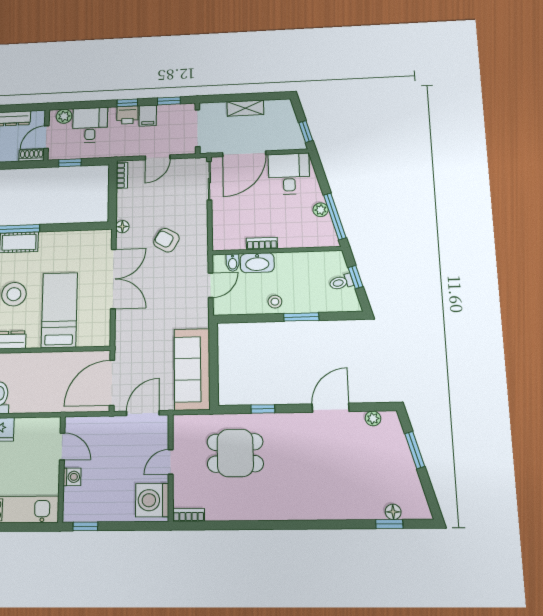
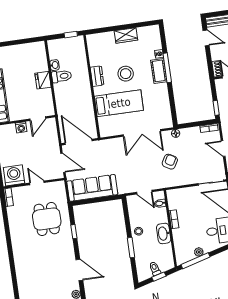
window: (70, 163) -> (216, 108), moved
washbasin: (257, 263) -> (164, 233), moved

